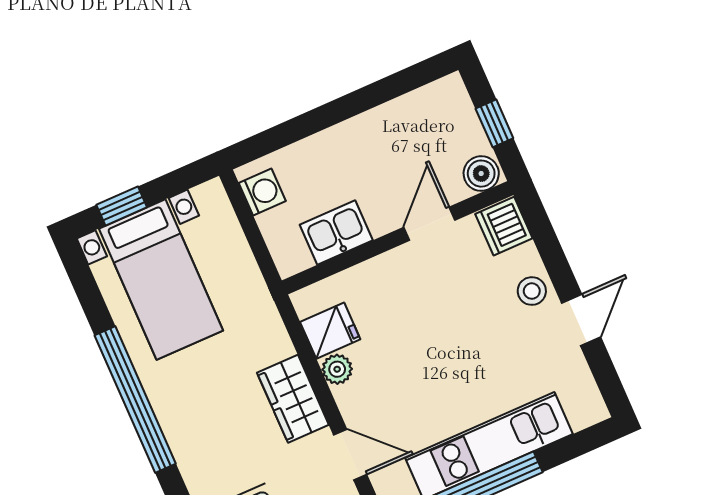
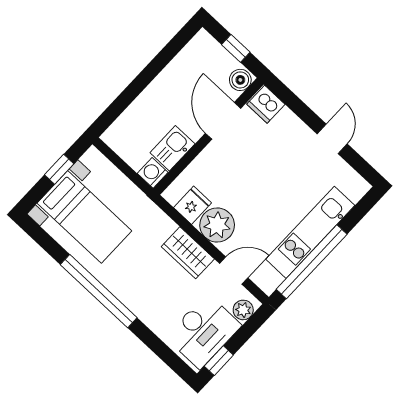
washing machine: (262, 192) -> (153, 173), moved, turned -90
window: (122, 206) -> (59, 169), moved
door: (429, 224) -> (223, 121), width x1.38
stool: (532, 291) -> (297, 134), removed
plant: (337, 369) -> (217, 225), width x1.88, depth x1.88

